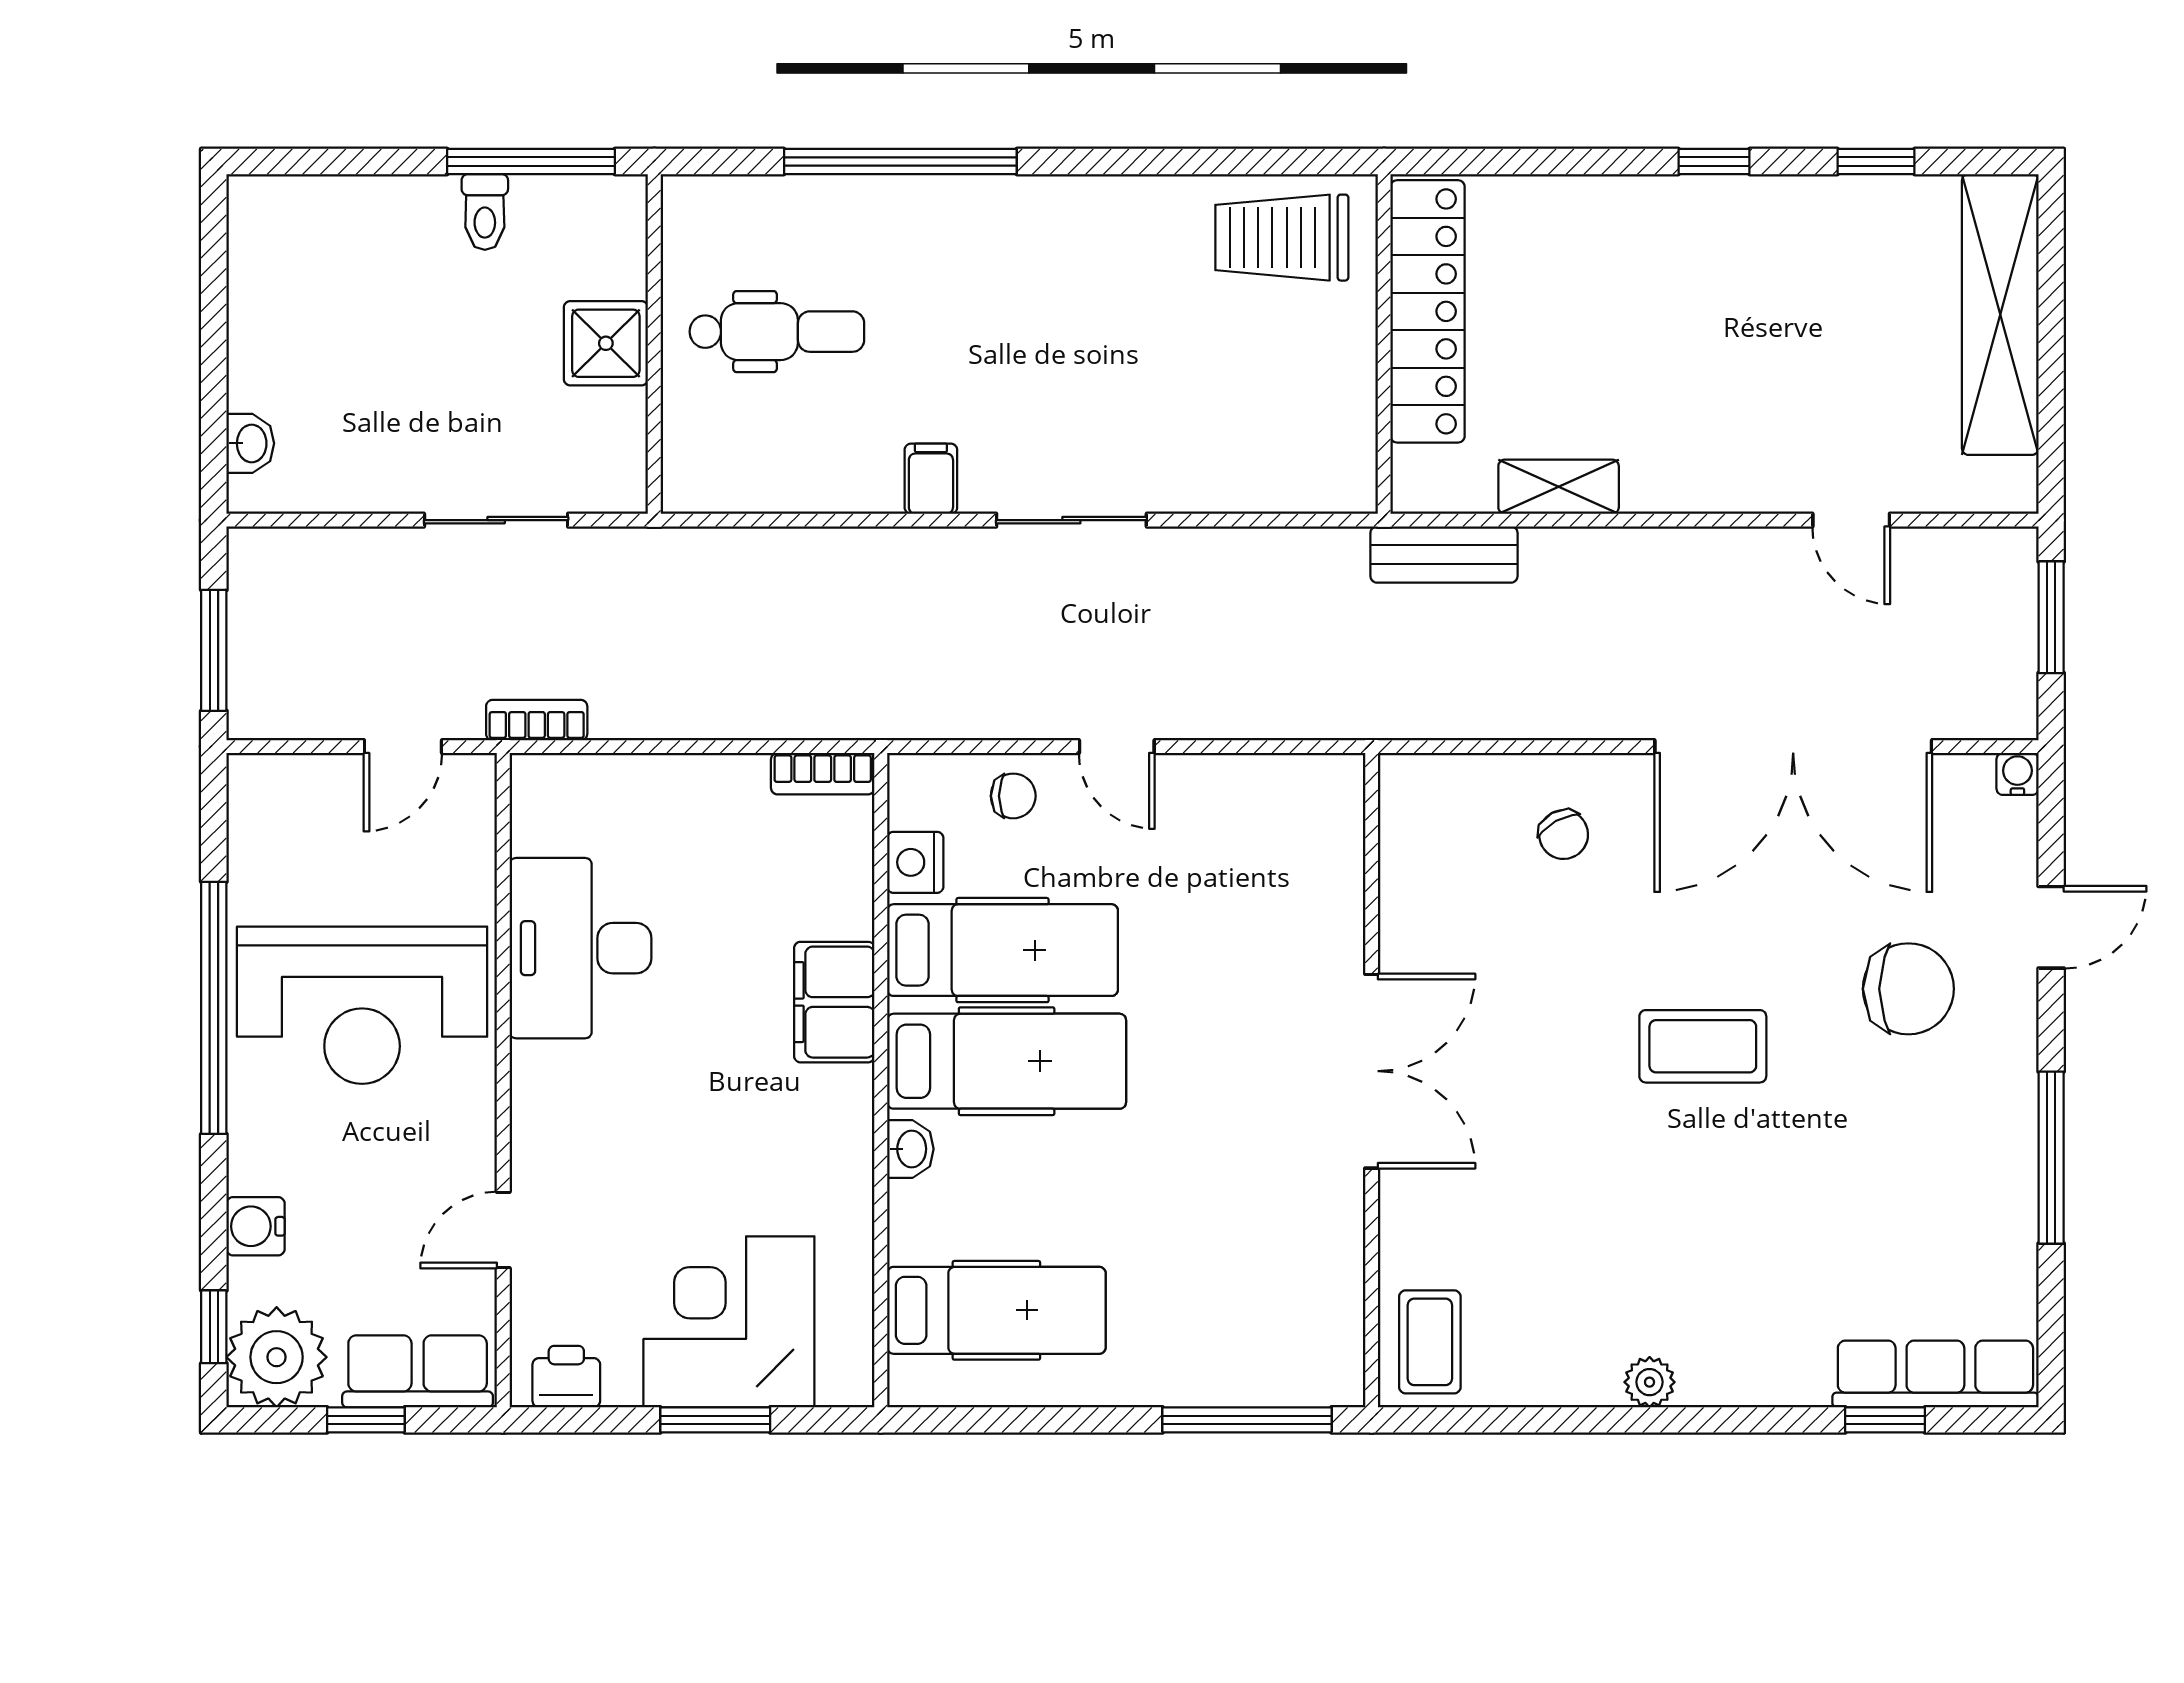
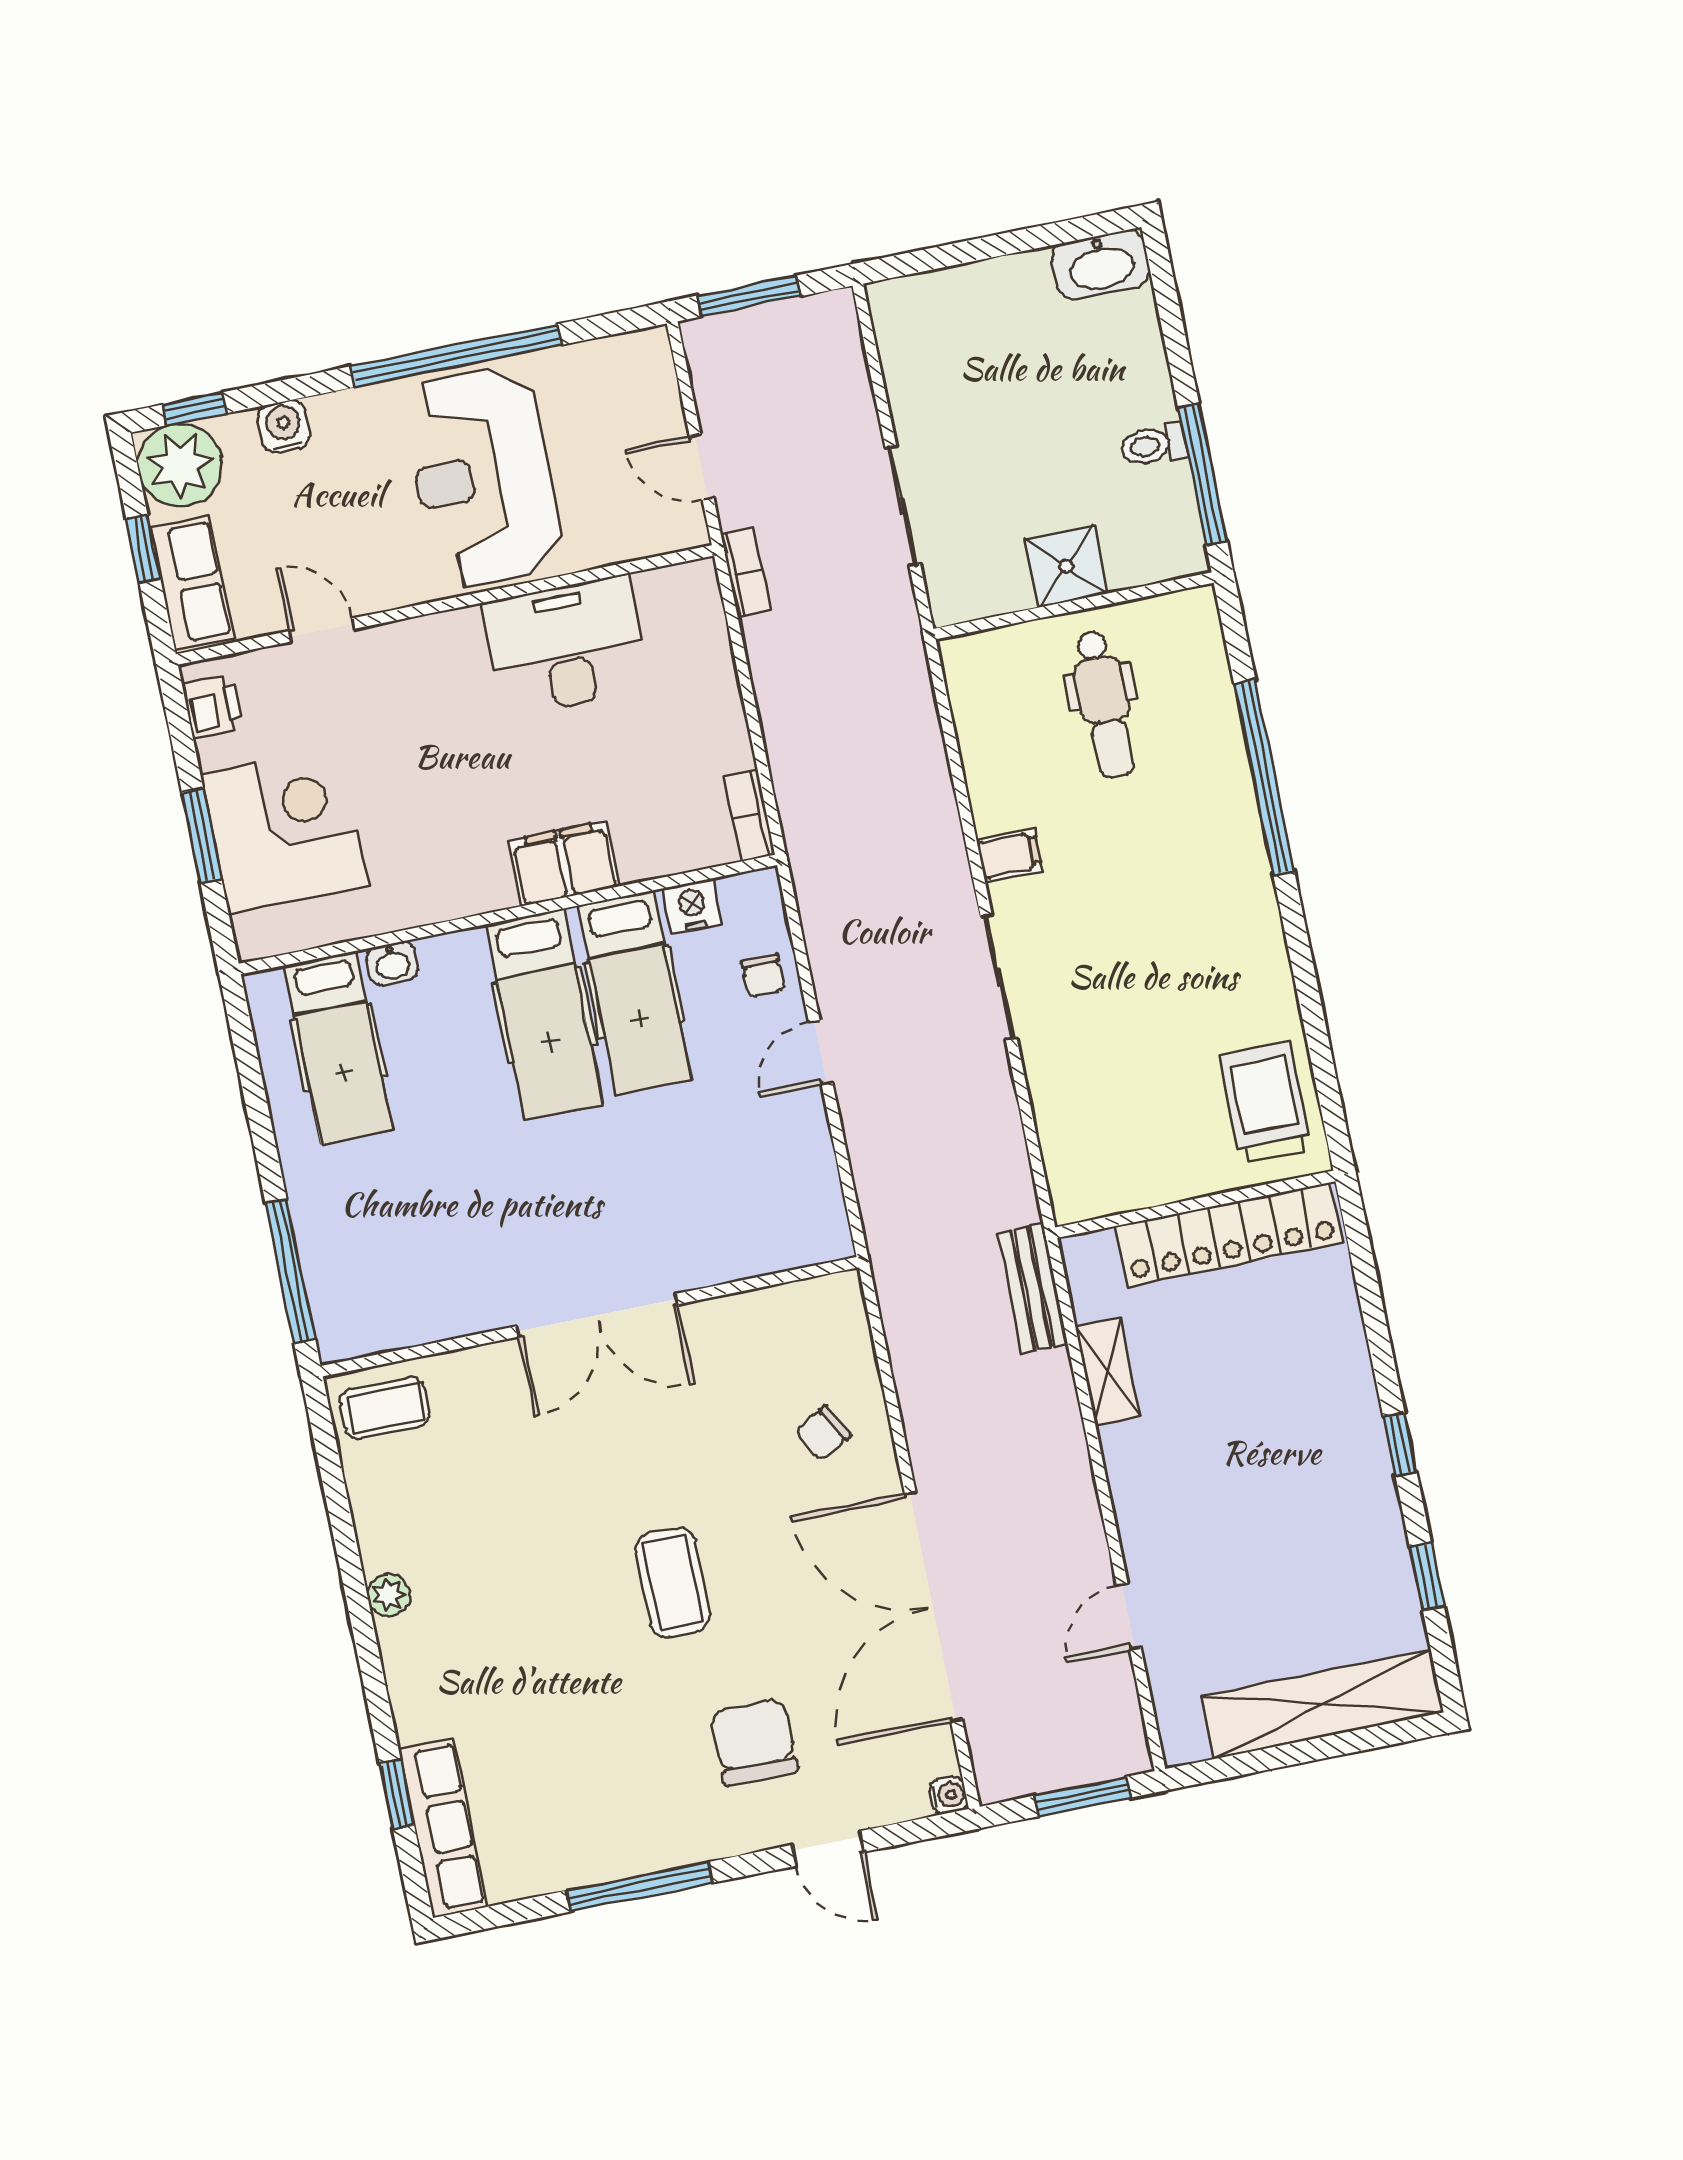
washbasin: (250, 443) -> (1101, 265), moved, width x1.91, depth x1.45
chair: (1908, 989) -> (754, 1742), turned 180
washbasin: (910, 1149) -> (392, 963), moved

